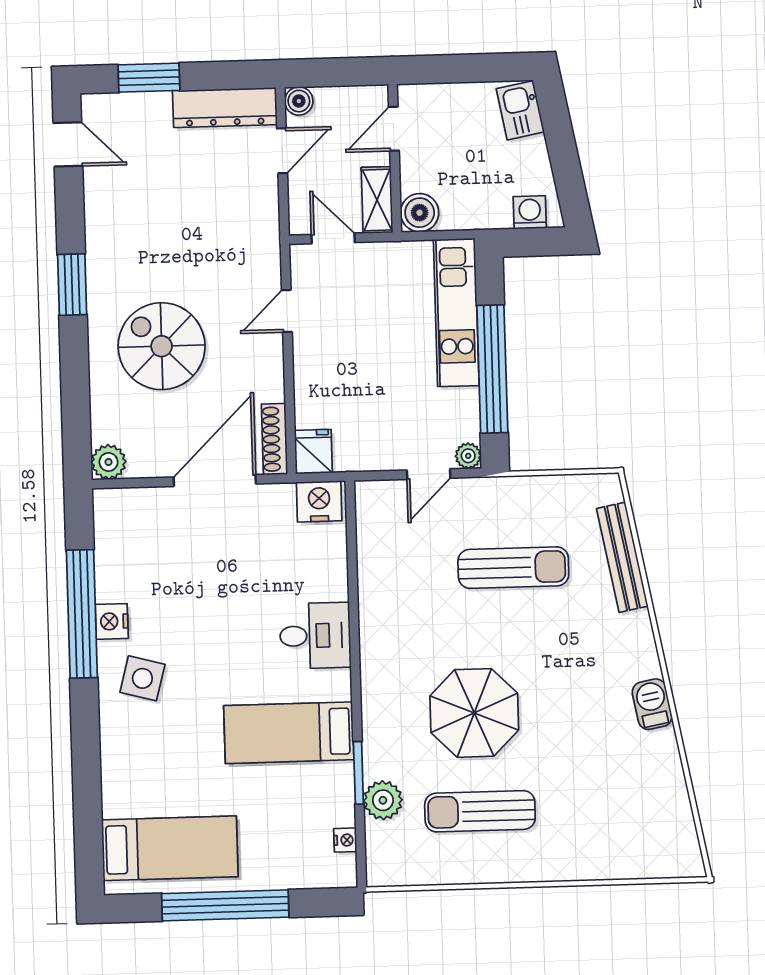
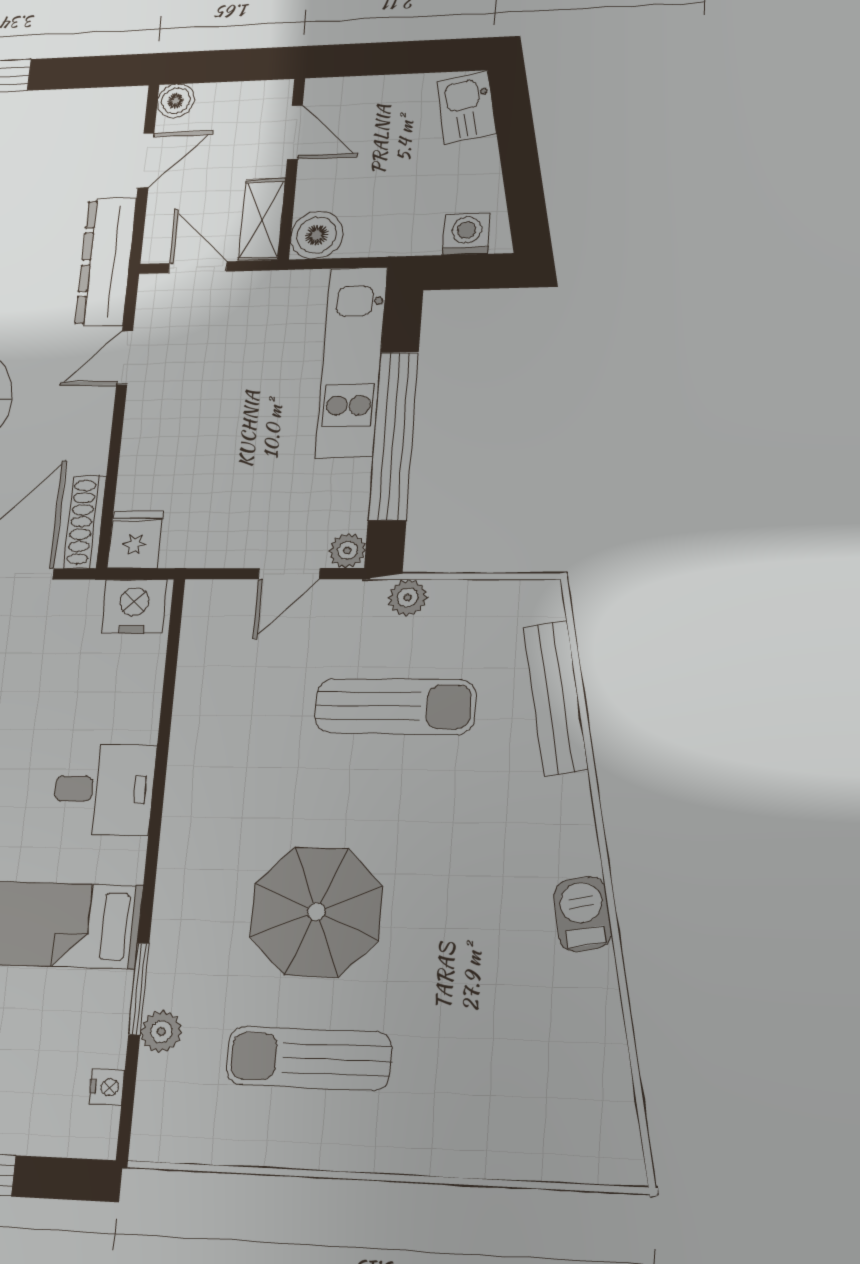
dresser: (225, 108) -> (106, 262), moved, turned 90
door: (394, 129) -> (295, 132), swing flipped
plant: (514, 489) -> (408, 598), added
plant: (383, 800) -> (161, 1031), width x0.73, depth x0.73

